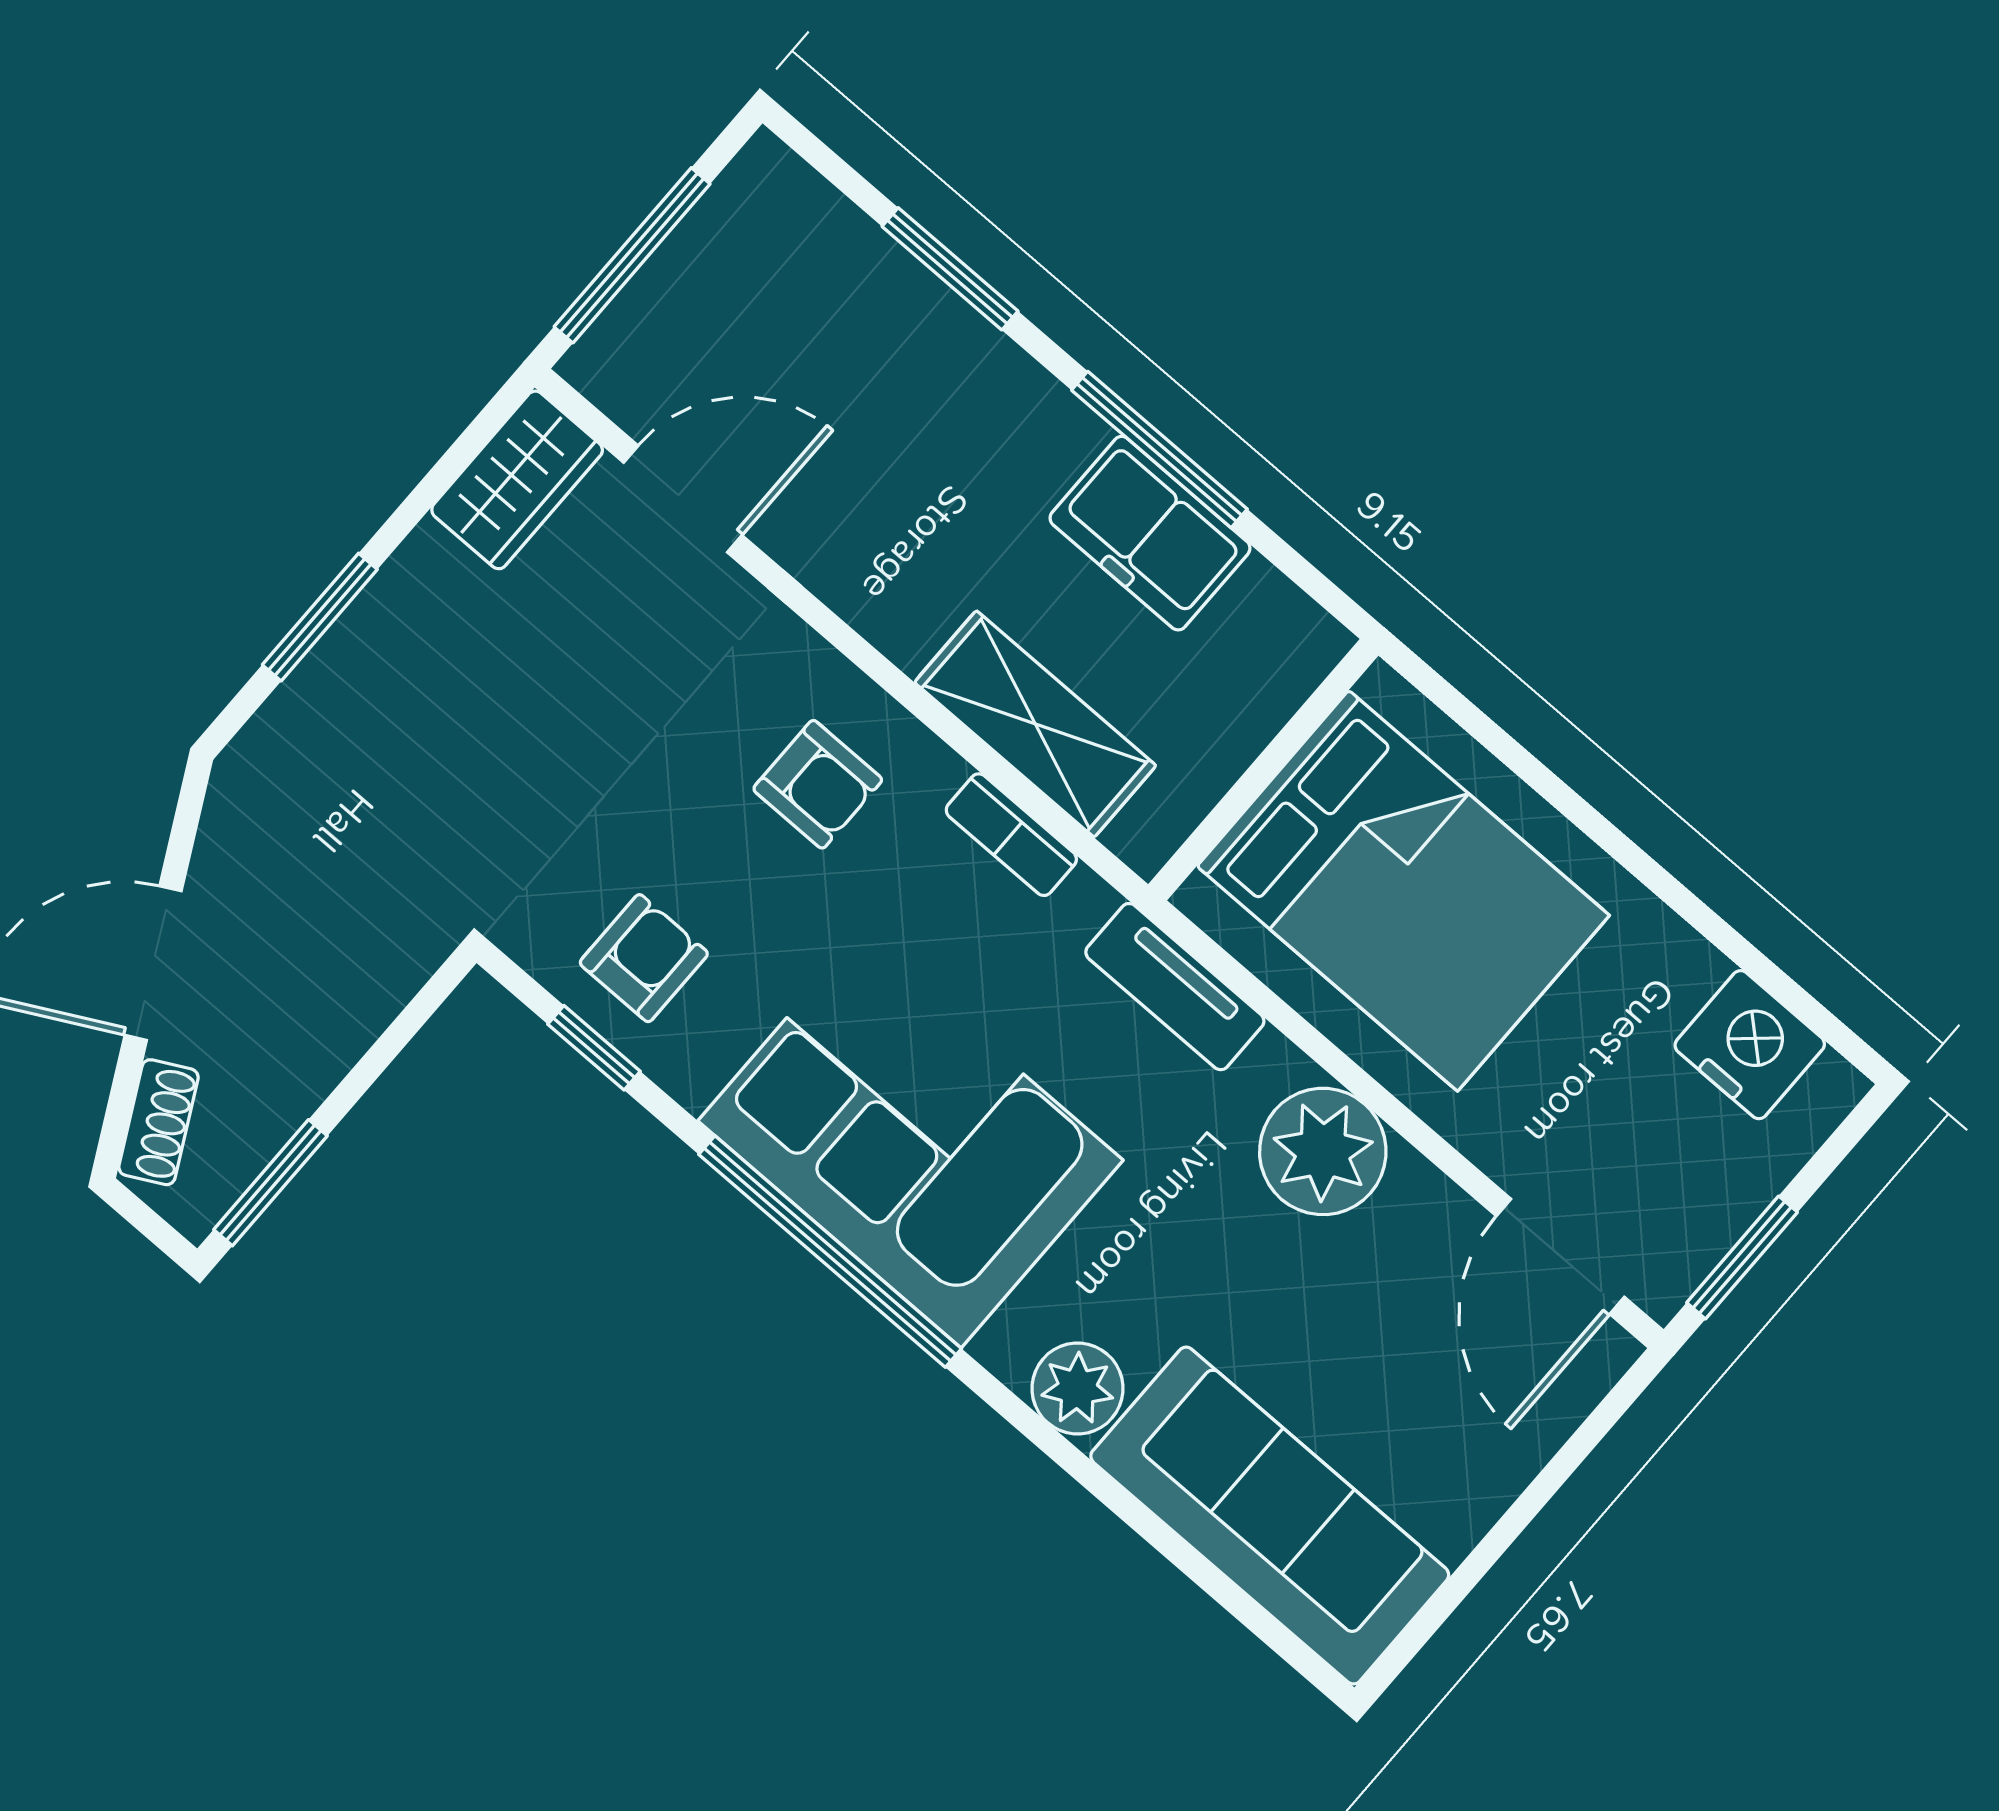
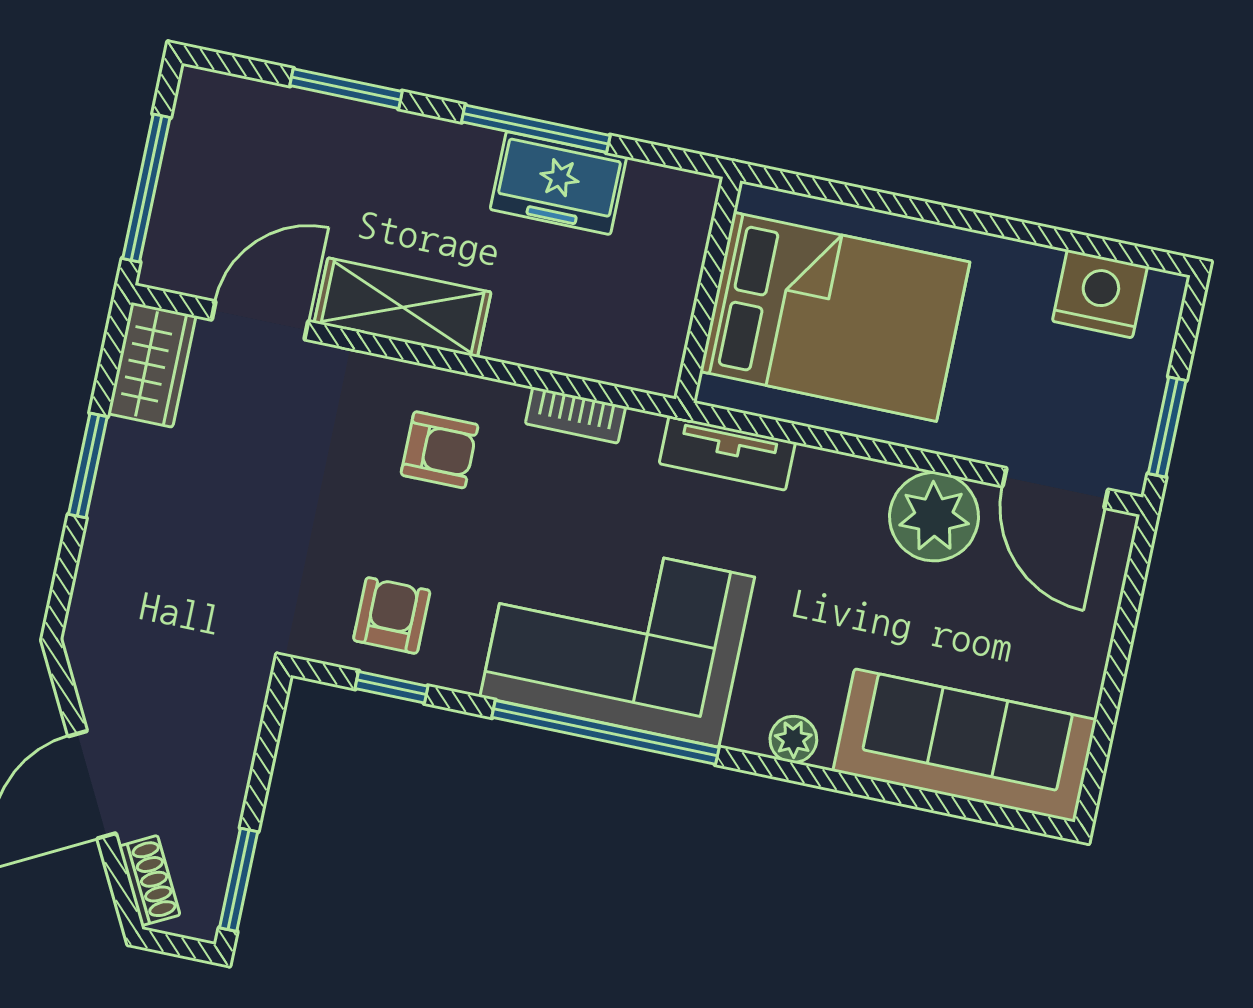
window: (320, 617) -> (88, 465), moved
shelving: (1035, 724) -> (403, 307), moved
plant: (1323, 1151) -> (934, 517), moved
plant: (1078, 1388) -> (793, 739), width x0.73, depth x0.73

